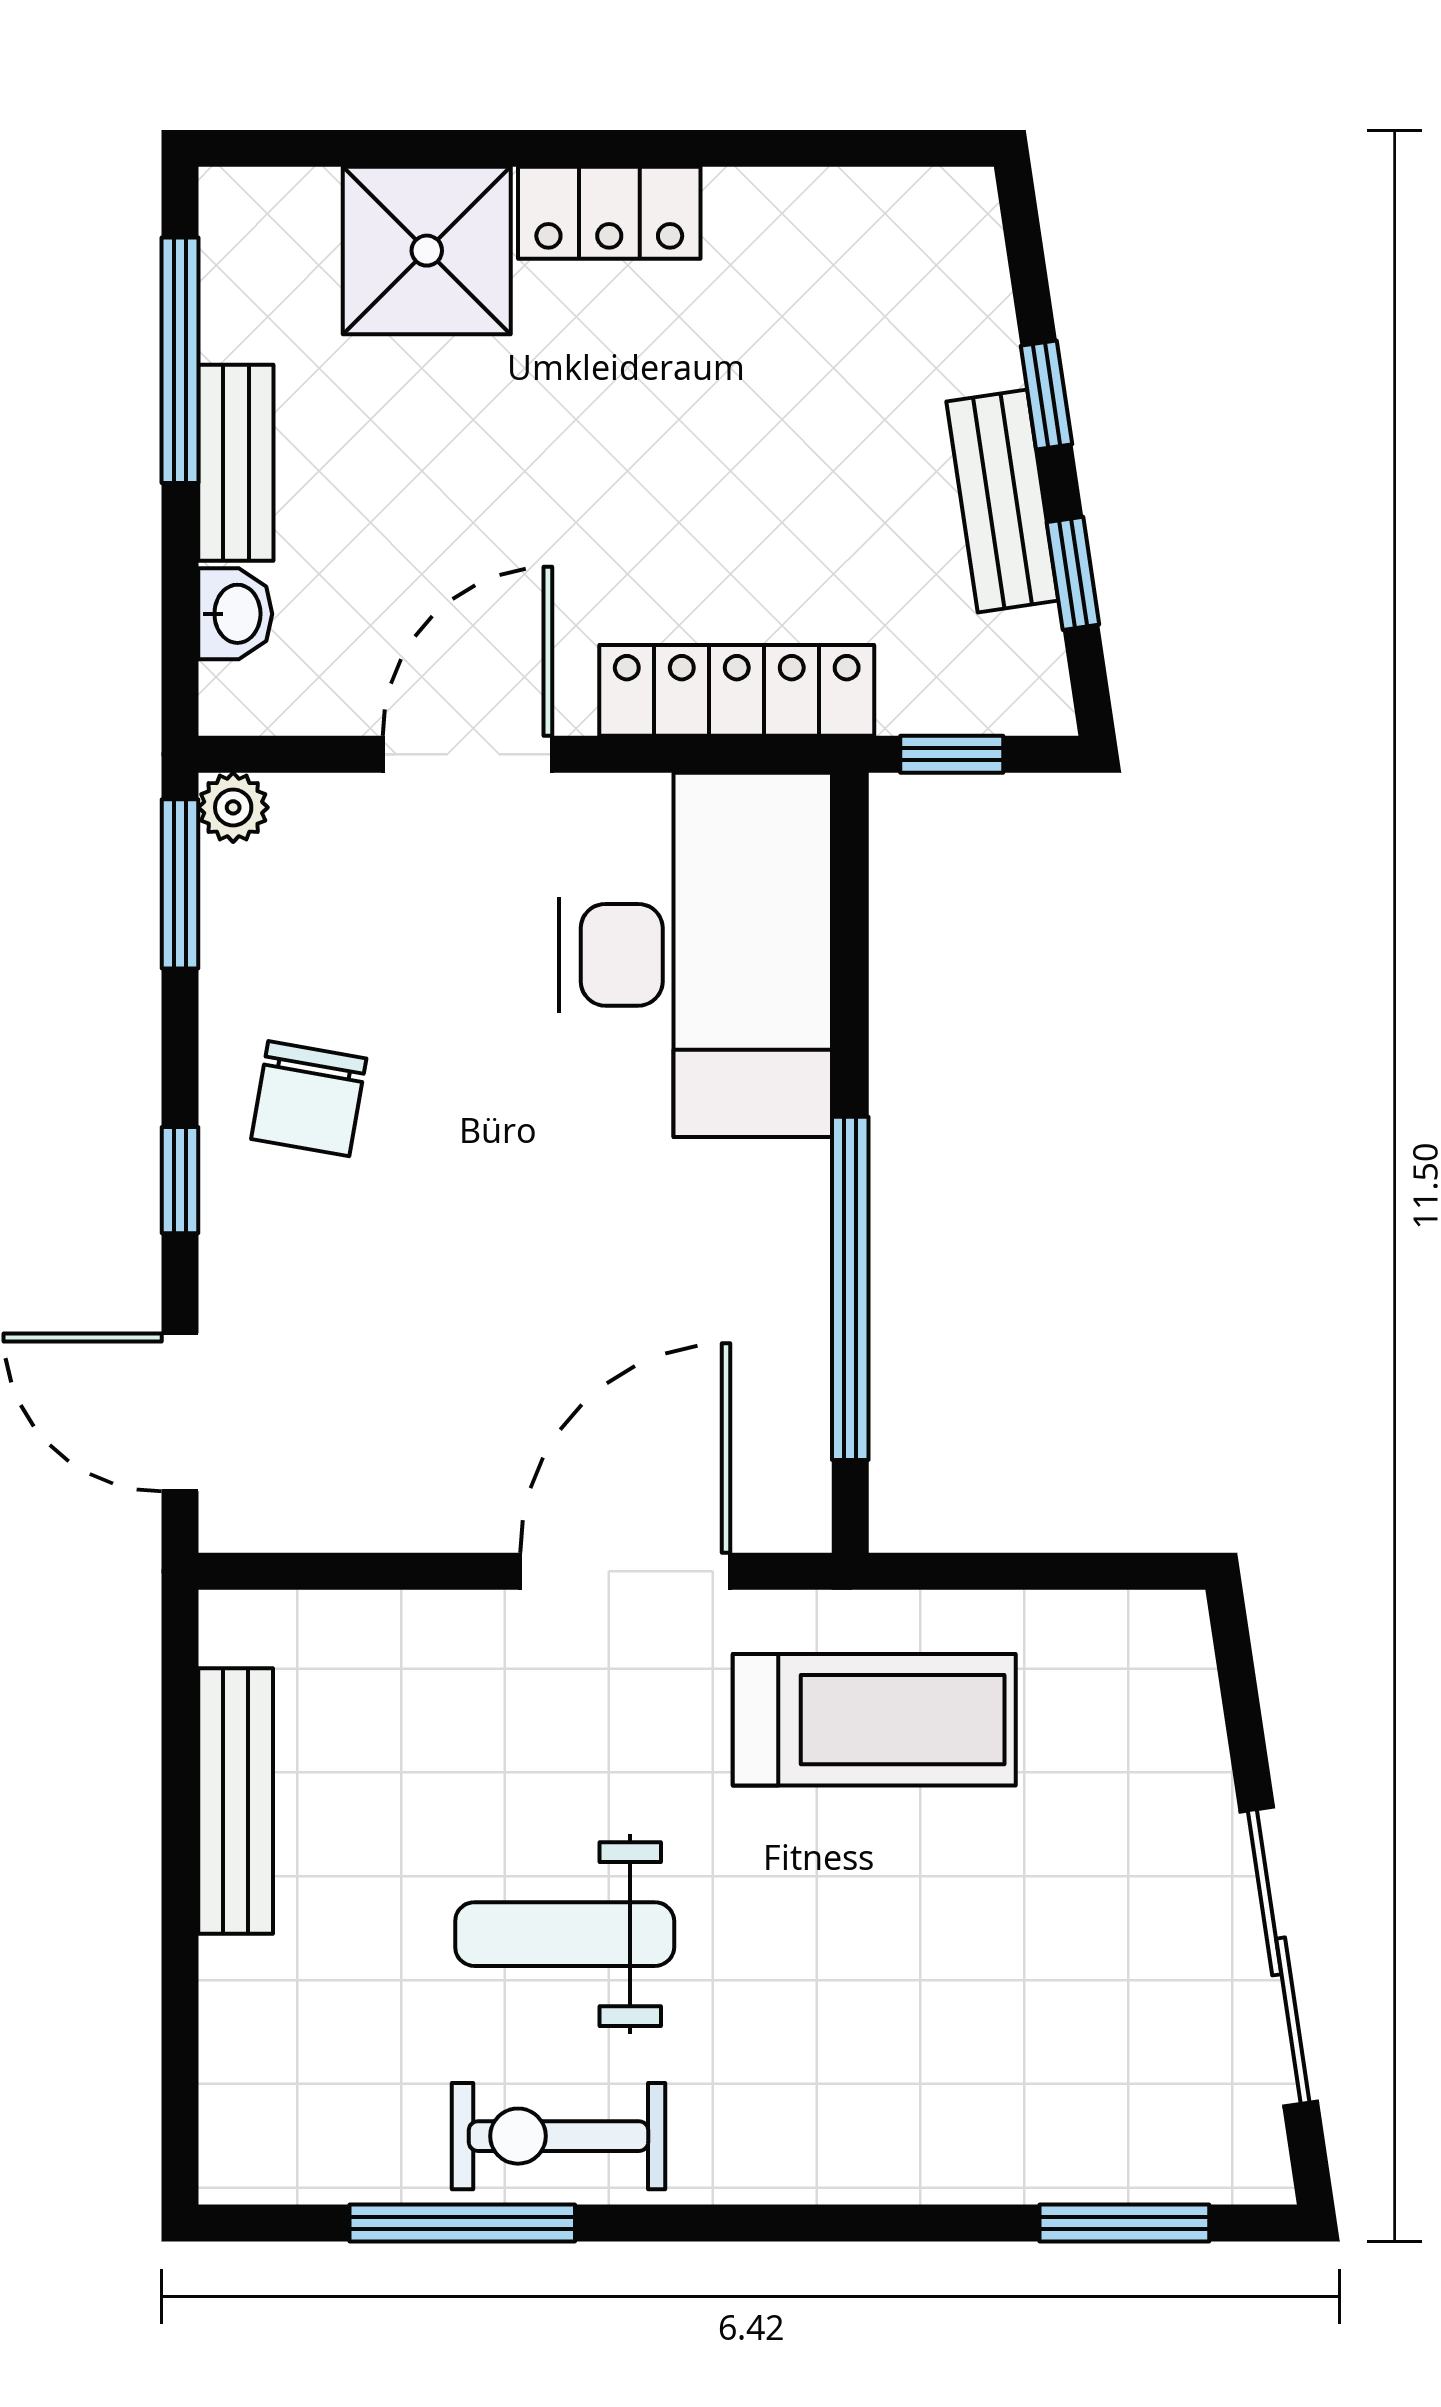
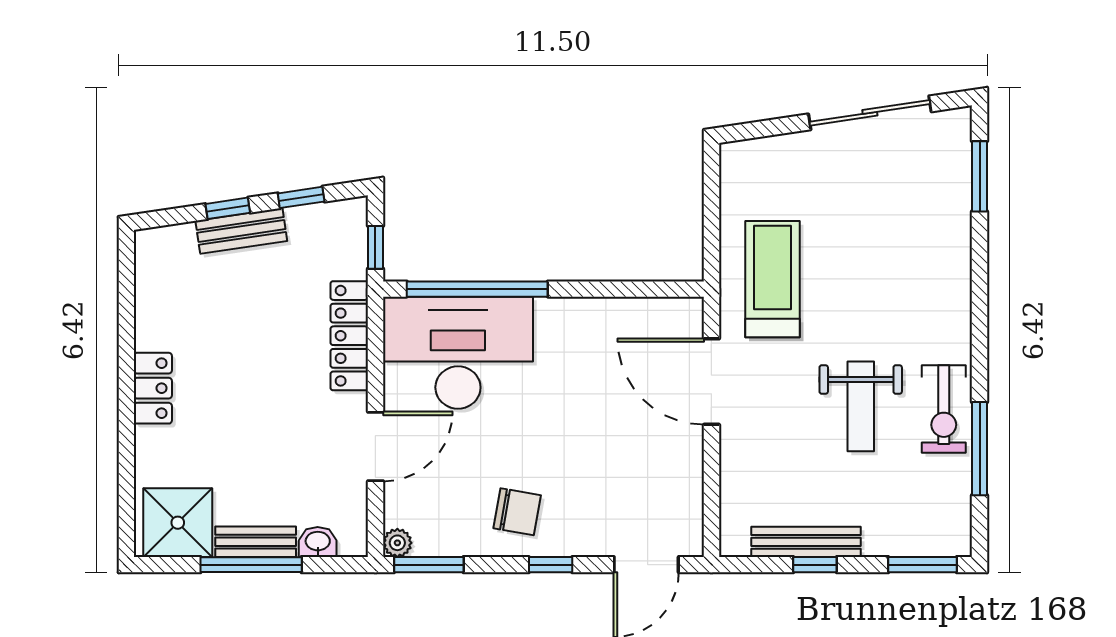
shower: (427, 251) -> (178, 523), moved
window: (180, 360) -> (251, 565), moved
bench: (1002, 501) -> (241, 231), moved
door: (467, 754) -> (375, 446), swing flipped
window: (850, 1288) -> (477, 289), moved
window: (180, 1823) -> (815, 565), added
window: (180, 2084) -> (922, 565), added

